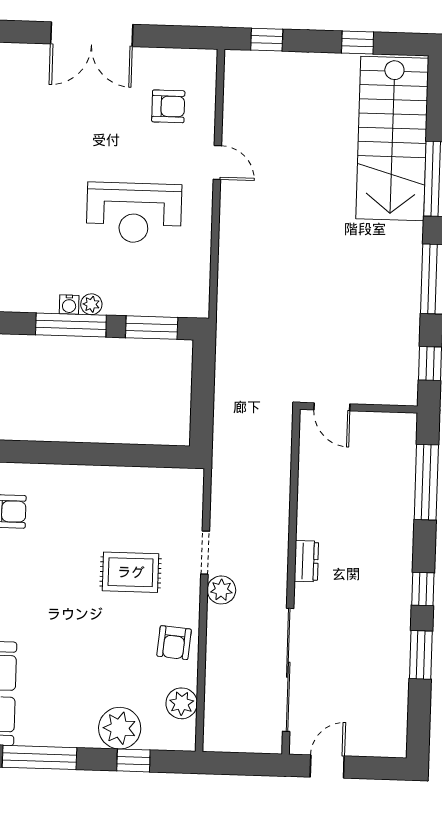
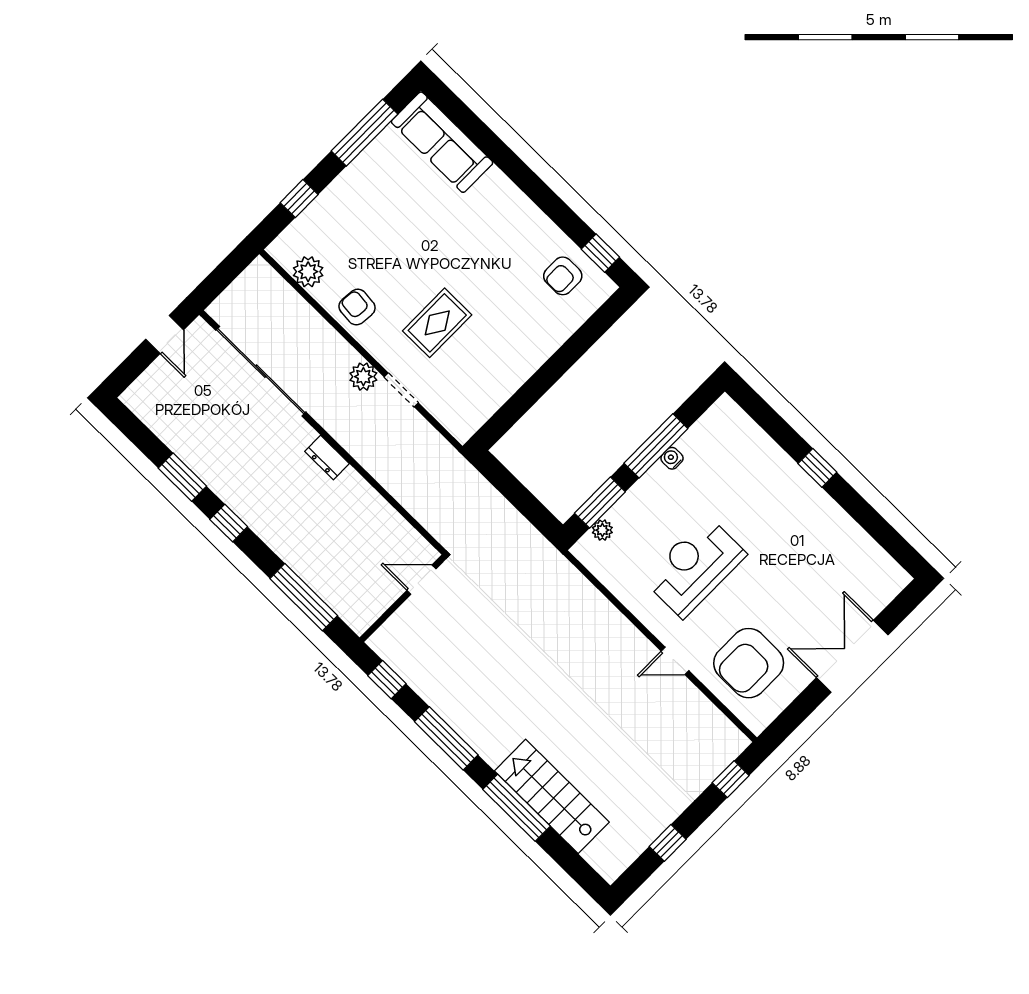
armchair: (168, 106) -> (749, 663), width x1.88, depth x1.88
stairs: (392, 138) -> (552, 796), width x0.73, depth x0.66
plant: (91, 304) -> (602, 530), moved
plant: (120, 728) -> (332, 210), removed

